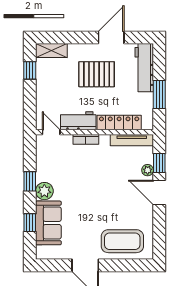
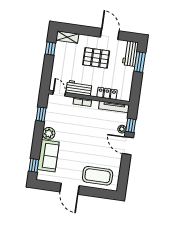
door: (111, 38) -> (110, 34), hinge flipped
workbench: (144, 68) -> (130, 53), width x0.73
window: (159, 94) -> (140, 62), moved
locker: (119, 123) -> (107, 93), width x0.66
window: (30, 181) -> (41, 114), moved
window: (30, 223) -> (34, 165), moved

